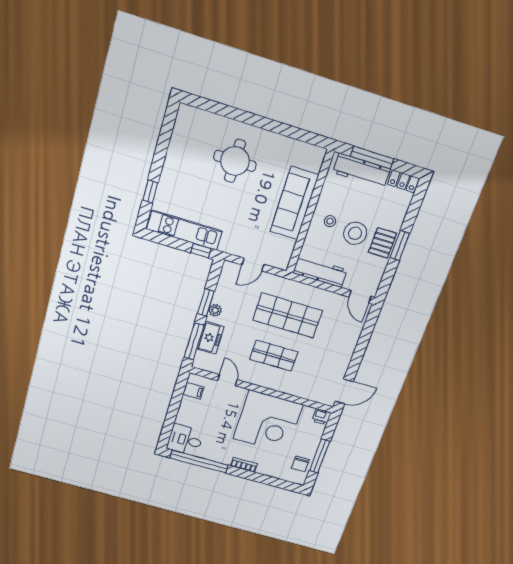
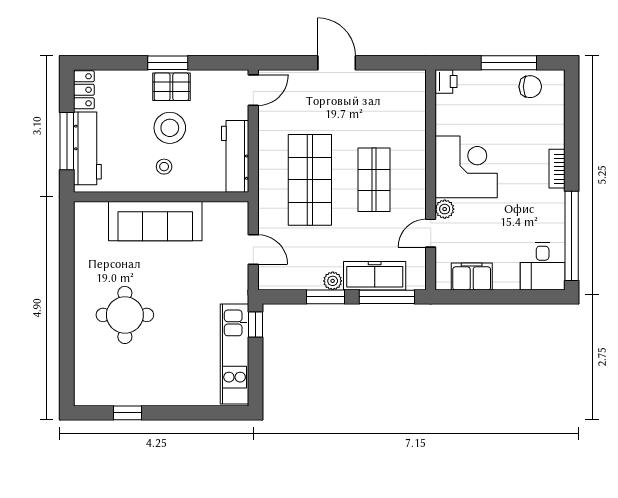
window: (150, 191) -> (127, 413), moved
freezer: (210, 338) -> (375, 276), width x1.40
filing cabinet: (193, 391) -> (472, 277), width x2.00
door: (344, 391) -> (337, 63), moved
plant: (240, 393) -> (445, 209), added
corner desk: (268, 422) -> (466, 167), width x0.74, depth x0.74

